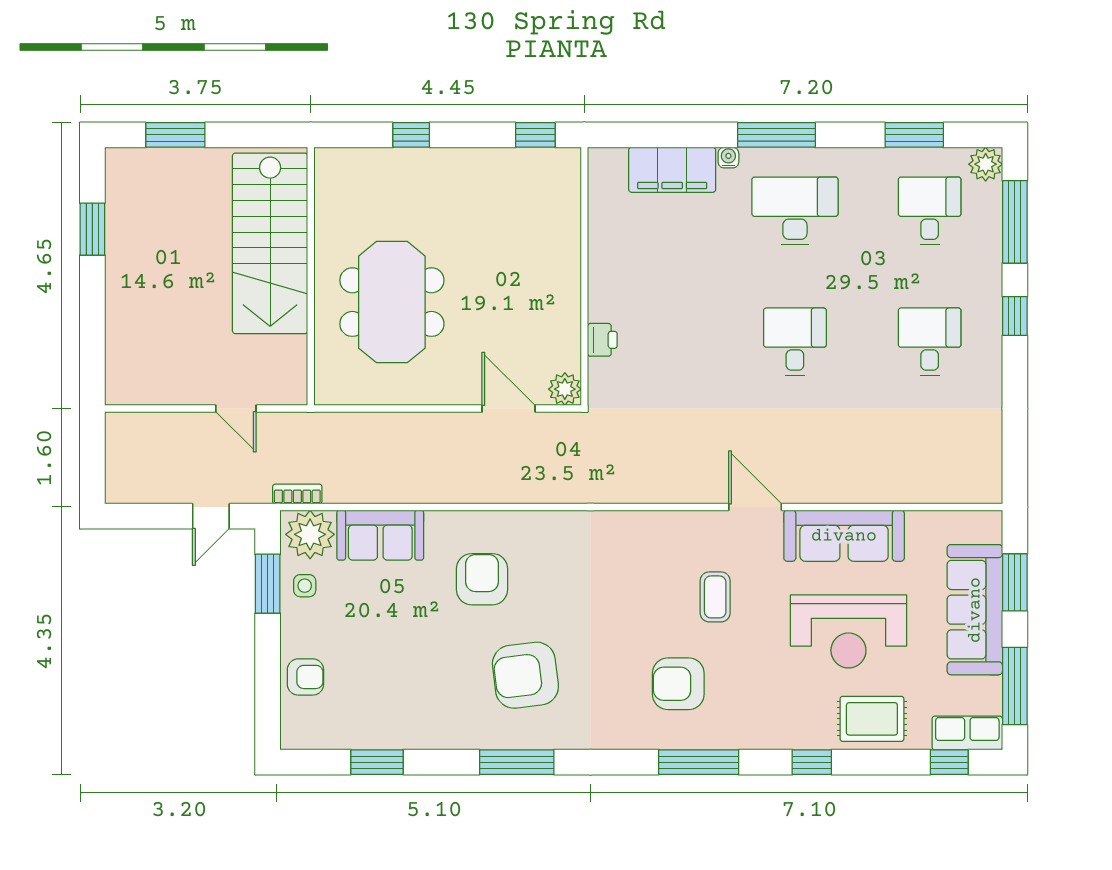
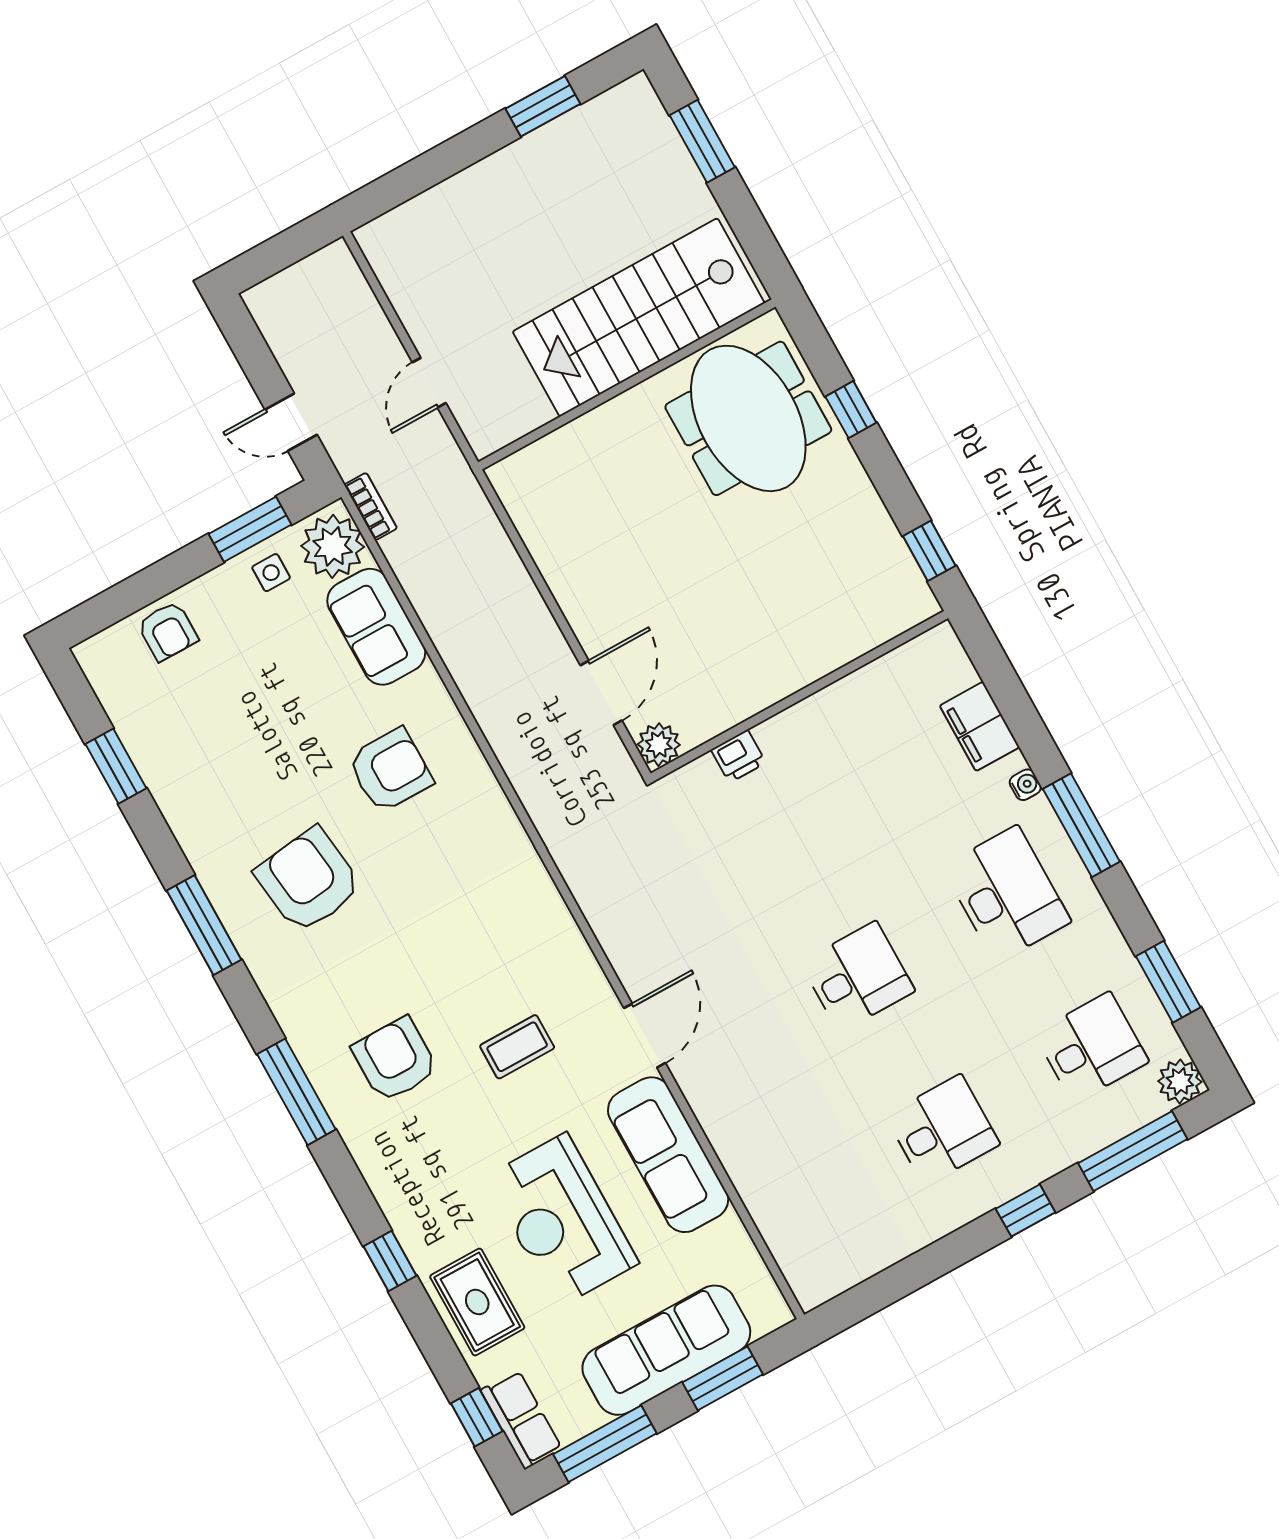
filing cabinet: (672, 170) -> (980, 726), width x0.67, depth x0.86
meeting table: (392, 302) -> (748, 418), moved, turned 90
window: (699, 762) -> (296, 1092), moved

